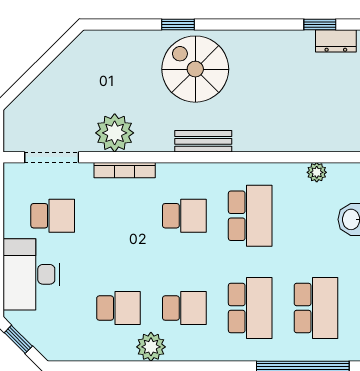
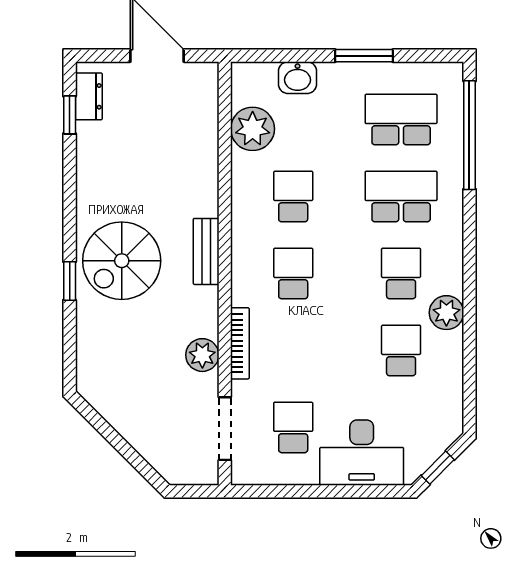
plant: (115, 133) -> (202, 355), width x0.73, depth x0.73
plant: (317, 172) -> (253, 129), width x1.87, depth x1.87
school desk: (250, 216) -> (293, 197), width x0.54

